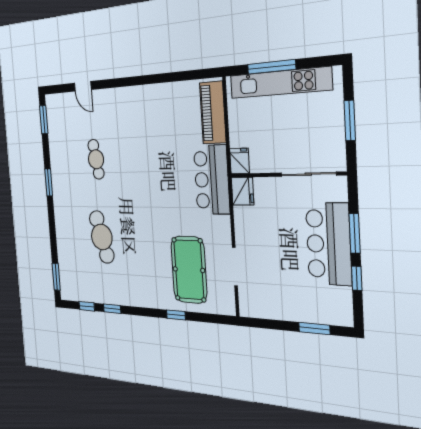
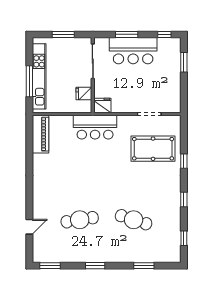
piano: (213, 113) -> (41, 134), moved, turned -90
cafe table: (96, 159) -> (80, 220), width x1.37, depth x1.35
fridge: (240, 161) -> (84, 94), moved
cafe table: (102, 237) -> (134, 220), turned 33
window: (56, 277) -> (144, 266), moved
window: (357, 278) -> (164, 34), moved
window: (112, 309) -> (184, 199), moved

